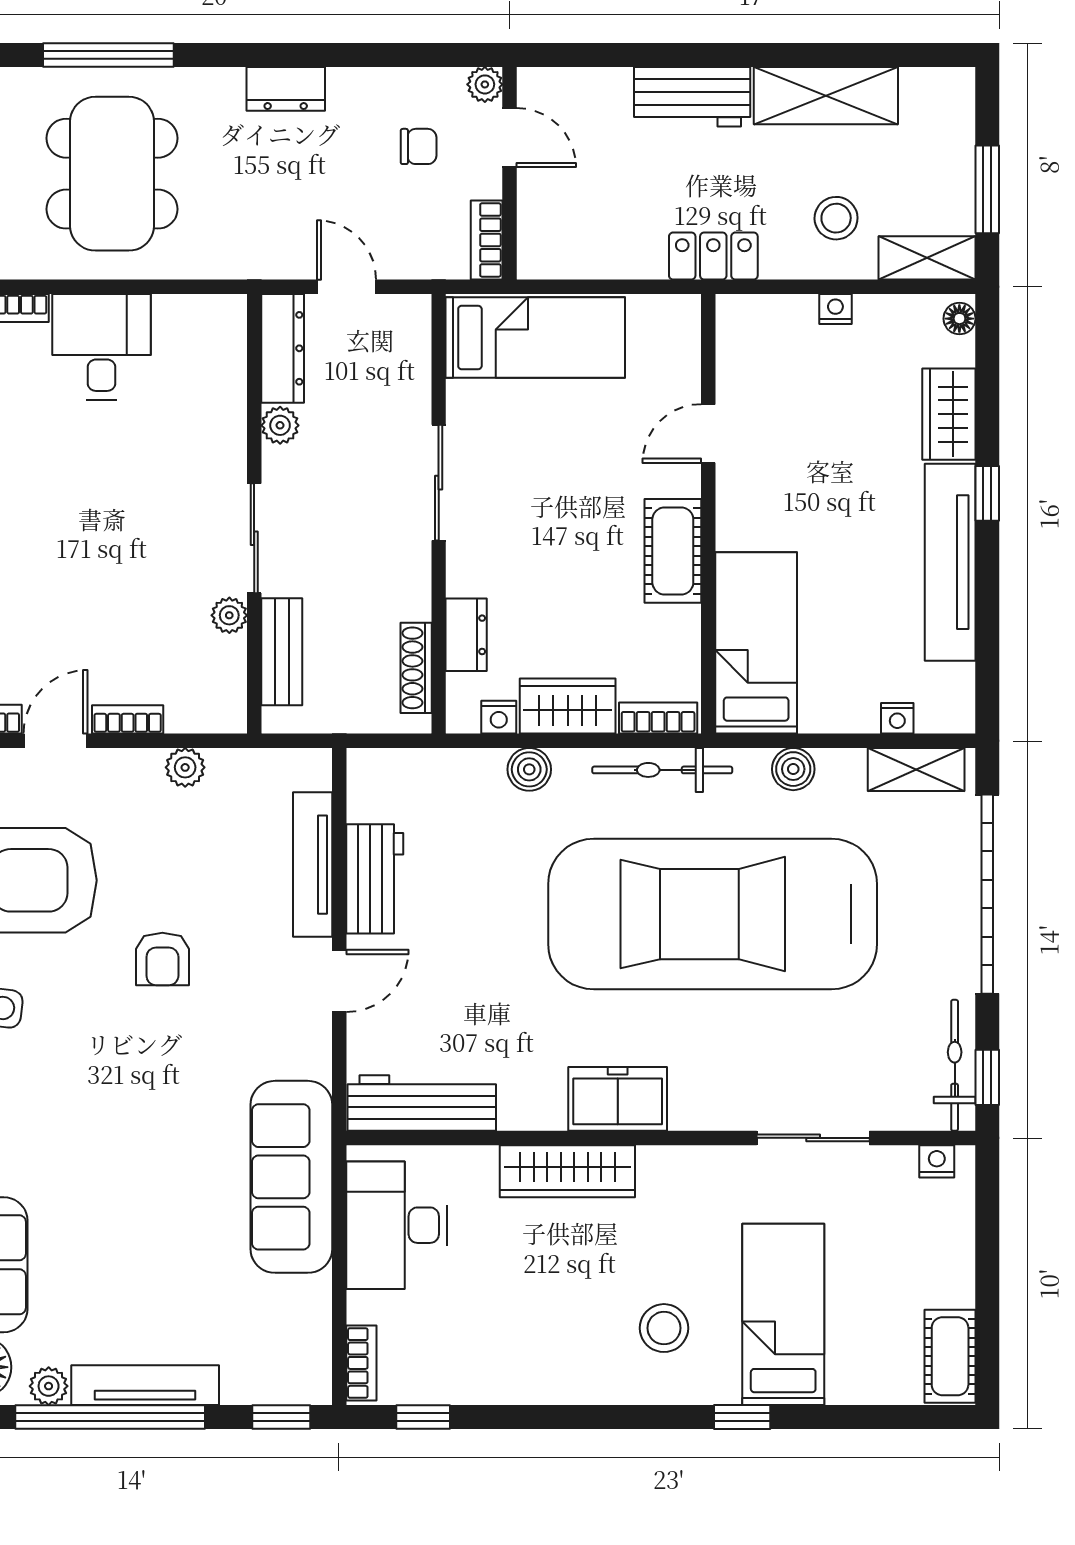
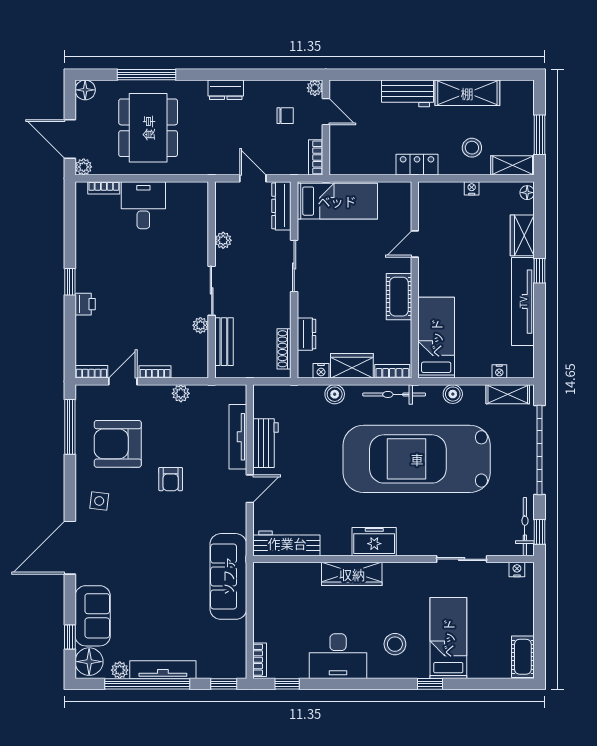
dresser: (283, 348) -> (281, 206), moved, turned 180
desk: (397, 1225) -> (338, 656), moved, turned -90

